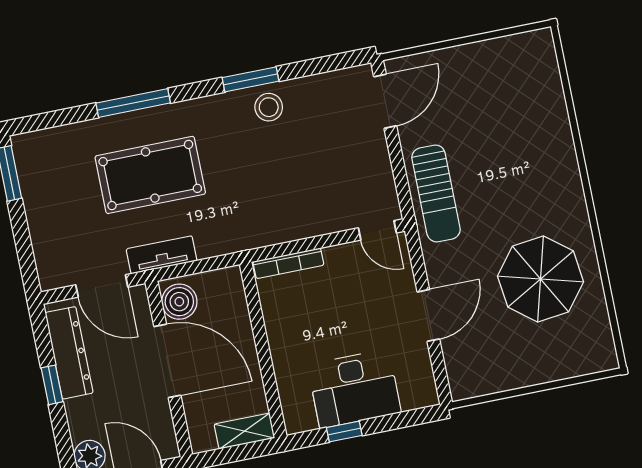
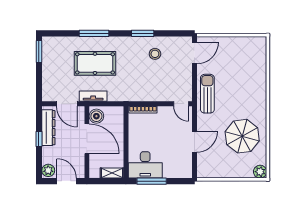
stool: (269, 107) -> (155, 54), moved
sun lounger: (436, 193) -> (207, 94), turned 180
plant: (601, 356) -> (260, 172), added
desk: (354, 389) -> (145, 165), moved
window: (344, 431) -> (152, 181), width x2.17

